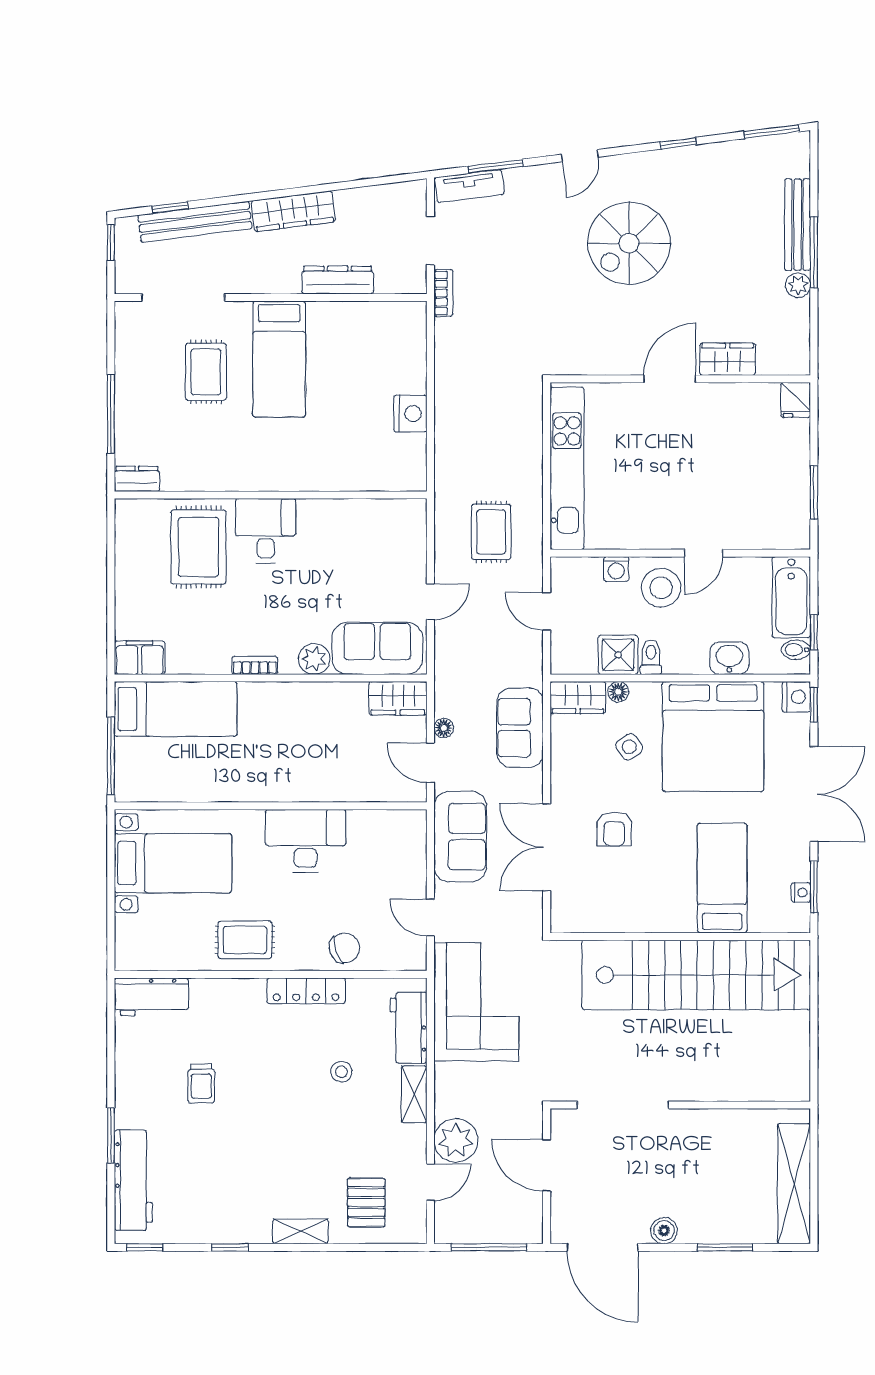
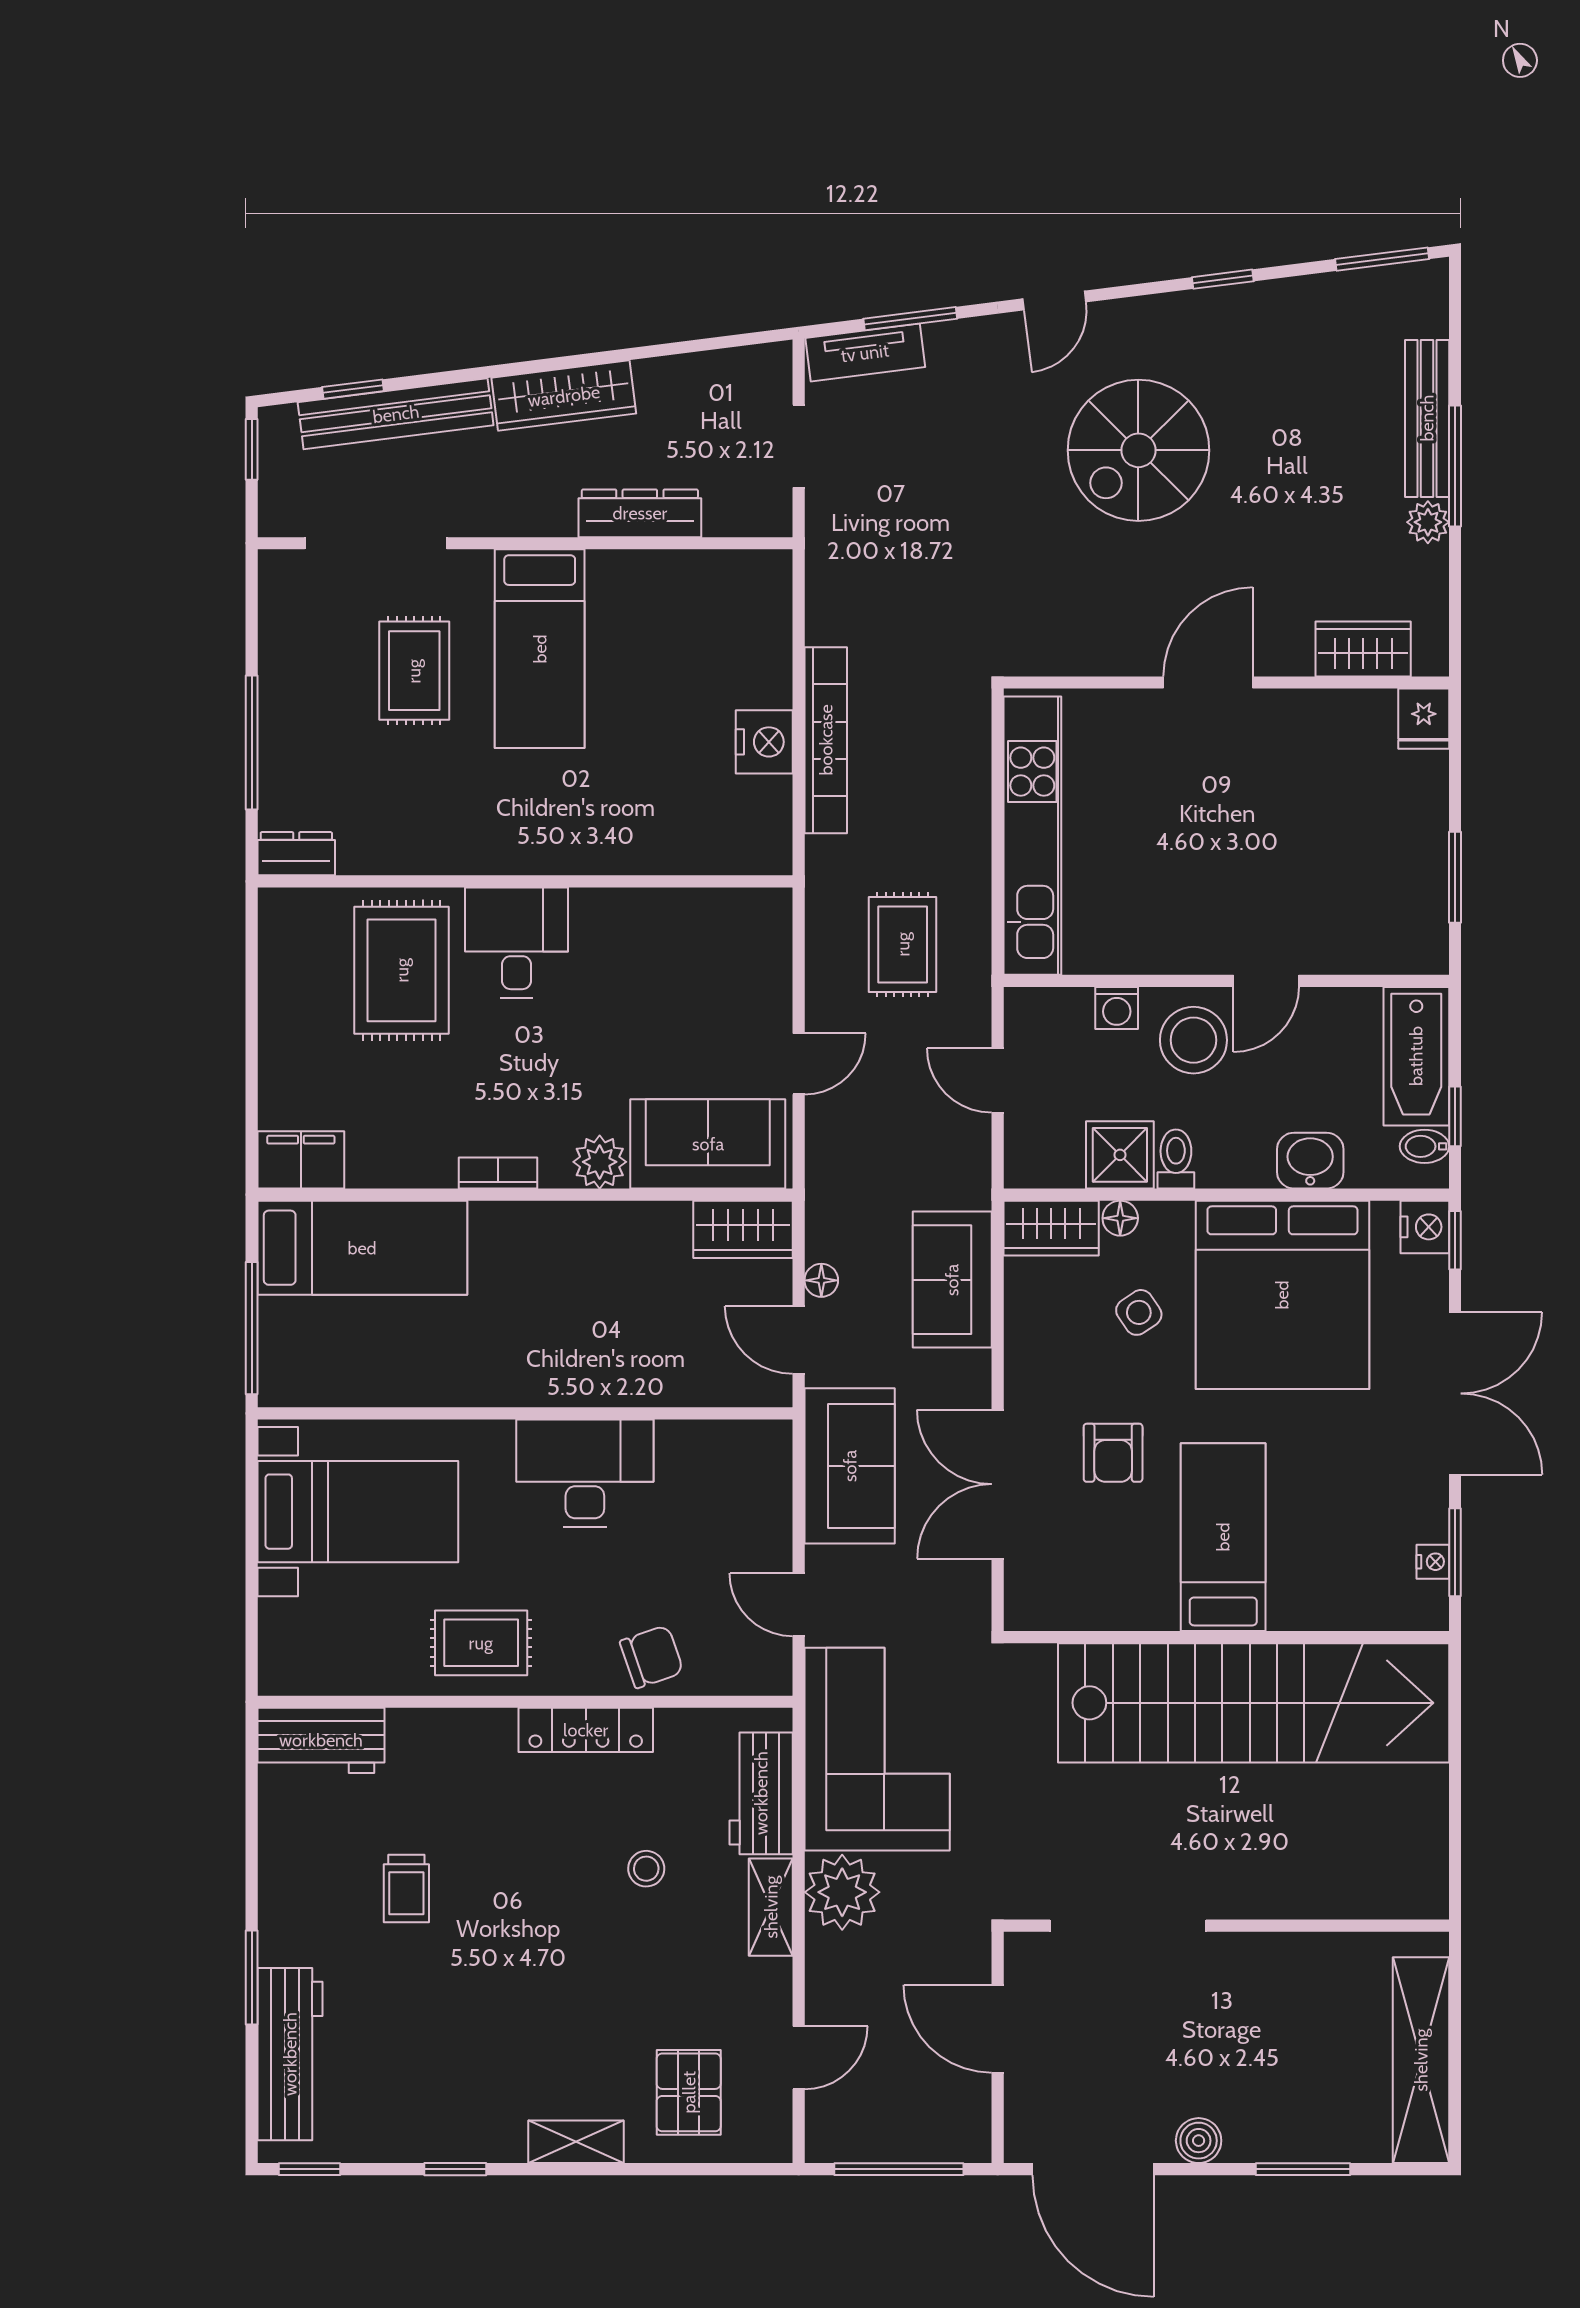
bookcase: (443, 293) -> (826, 740), moved, width x2.31, depth x1.31
wardrobe: (728, 359) -> (1363, 649), moved
bed: (722, 878) -> (1223, 1537), moved
plant: (456, 1140) -> (842, 1892), moved

